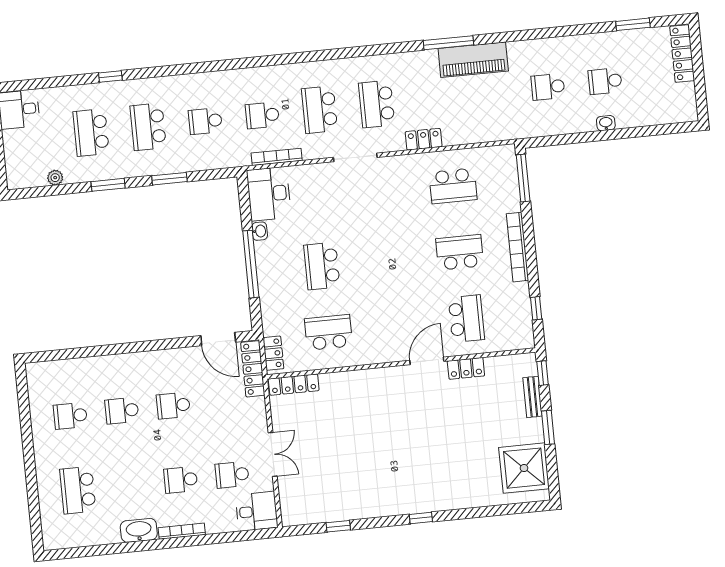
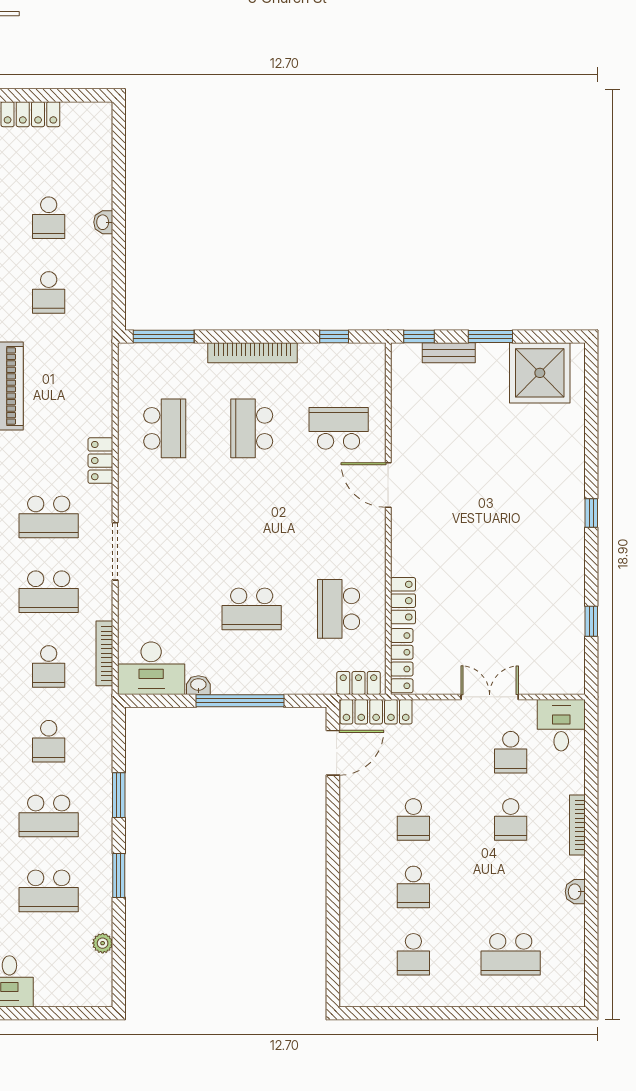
locker: (466, 368) -> (403, 601), moved
washbasin: (139, 530) -> (575, 892), width x0.52, depth x0.69

